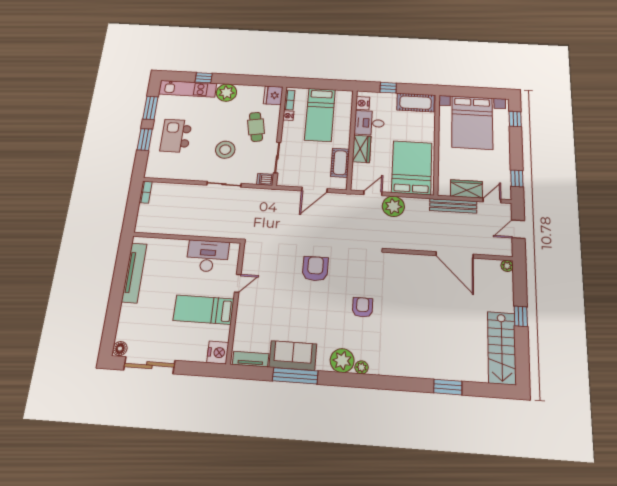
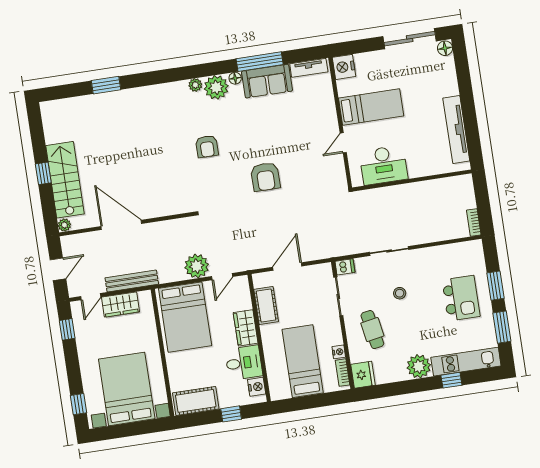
stool: (225, 150) -> (400, 293), width x0.53, depth x0.53
stairs: (502, 348) -> (65, 180), moved
floor lamp: (322, 365) -> (235, 78), added

